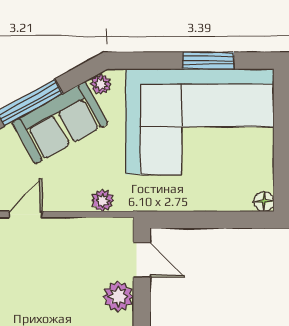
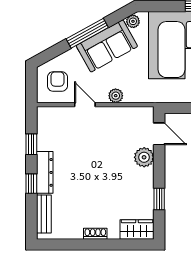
plant: (103, 200) -> (116, 96), moved
door: (26, 214) -> (85, 105), hinge flipped

